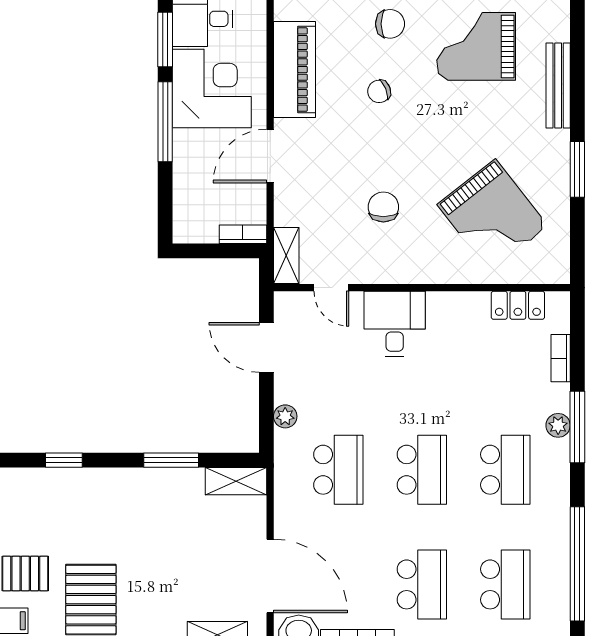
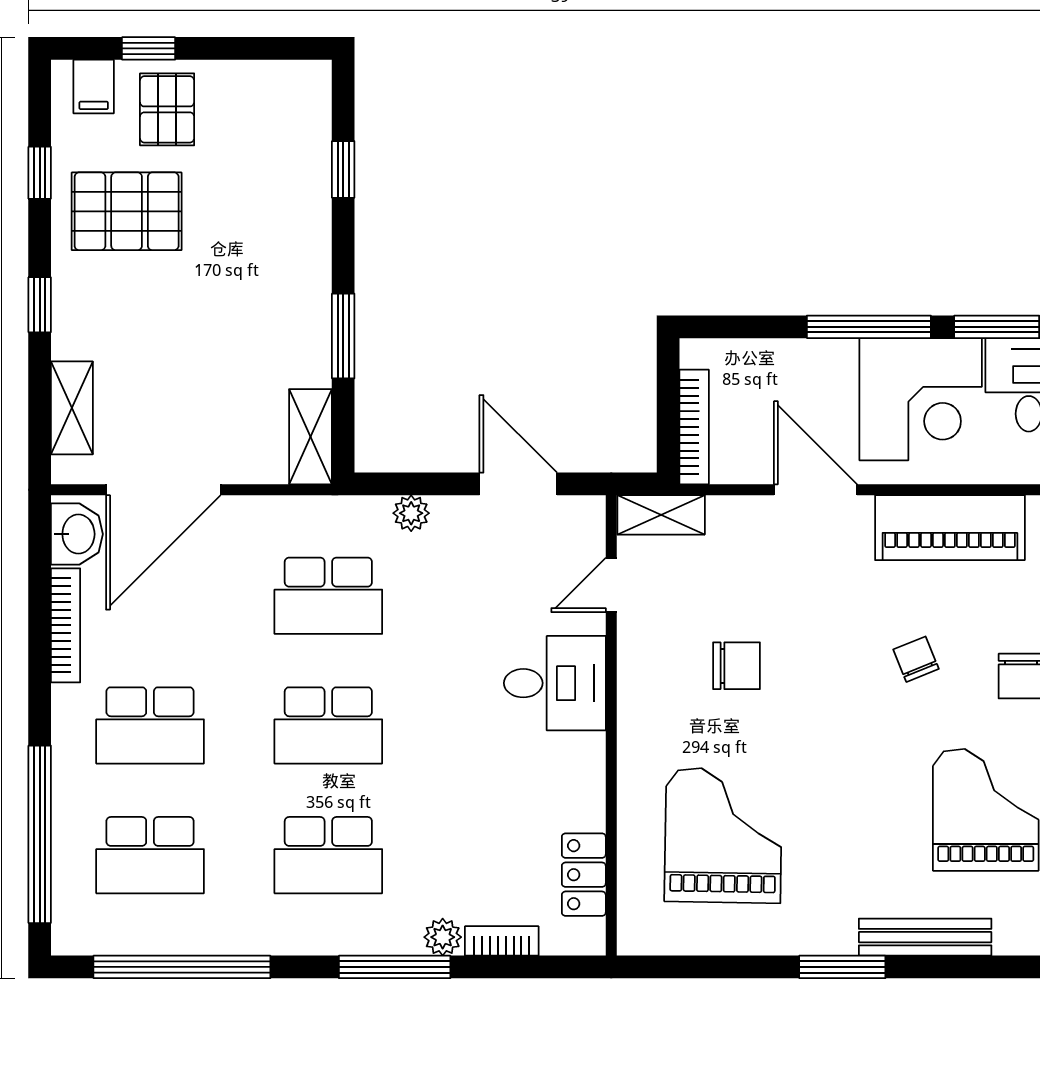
window: (577, 169) -> (842, 967), moved
grand piano: (493, 215) -> (723, 835), turned 129
bookcase: (243, 234) -> (694, 427), width x1.56
door: (266, 347) -> (518, 484), hinge flipped
plant: (558, 425) -> (443, 937), moved

